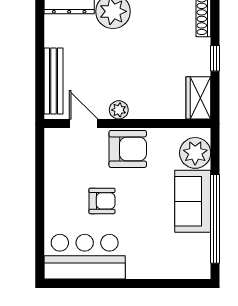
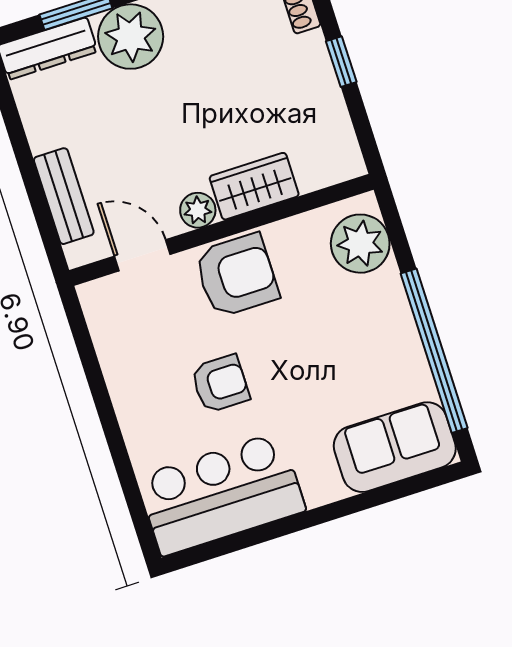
bench: (53, 81) -> (64, 196), width x0.73
wardrobe: (198, 98) -> (254, 186), moved, turned 90
sofa: (193, 201) -> (395, 447), moved, turned 90

